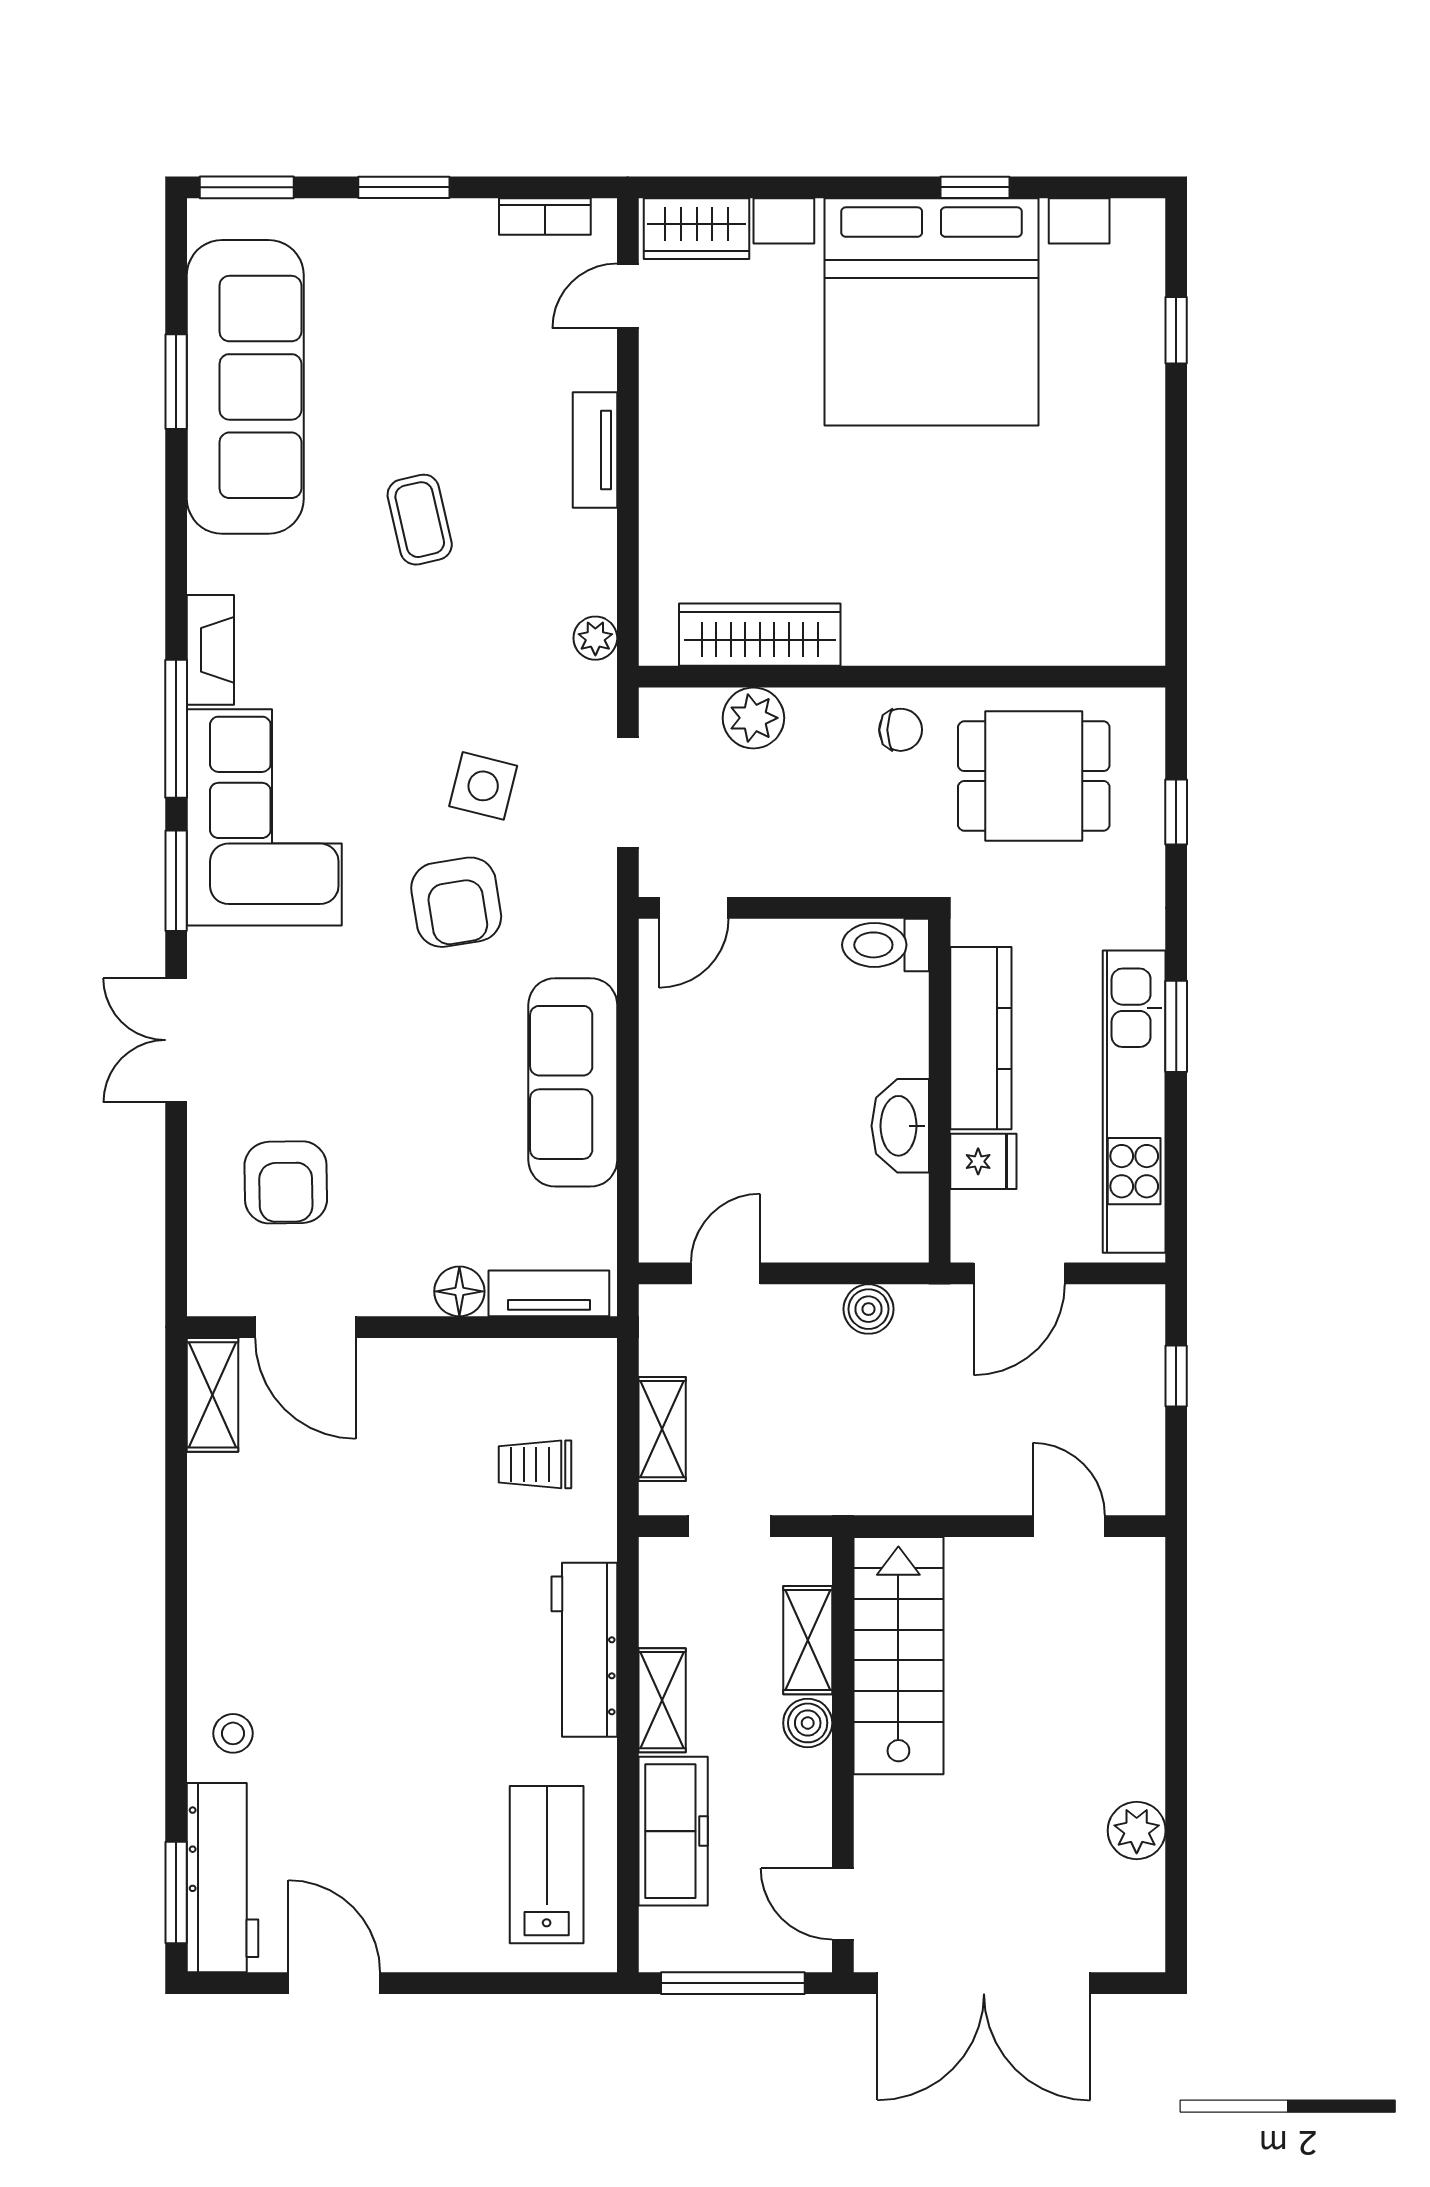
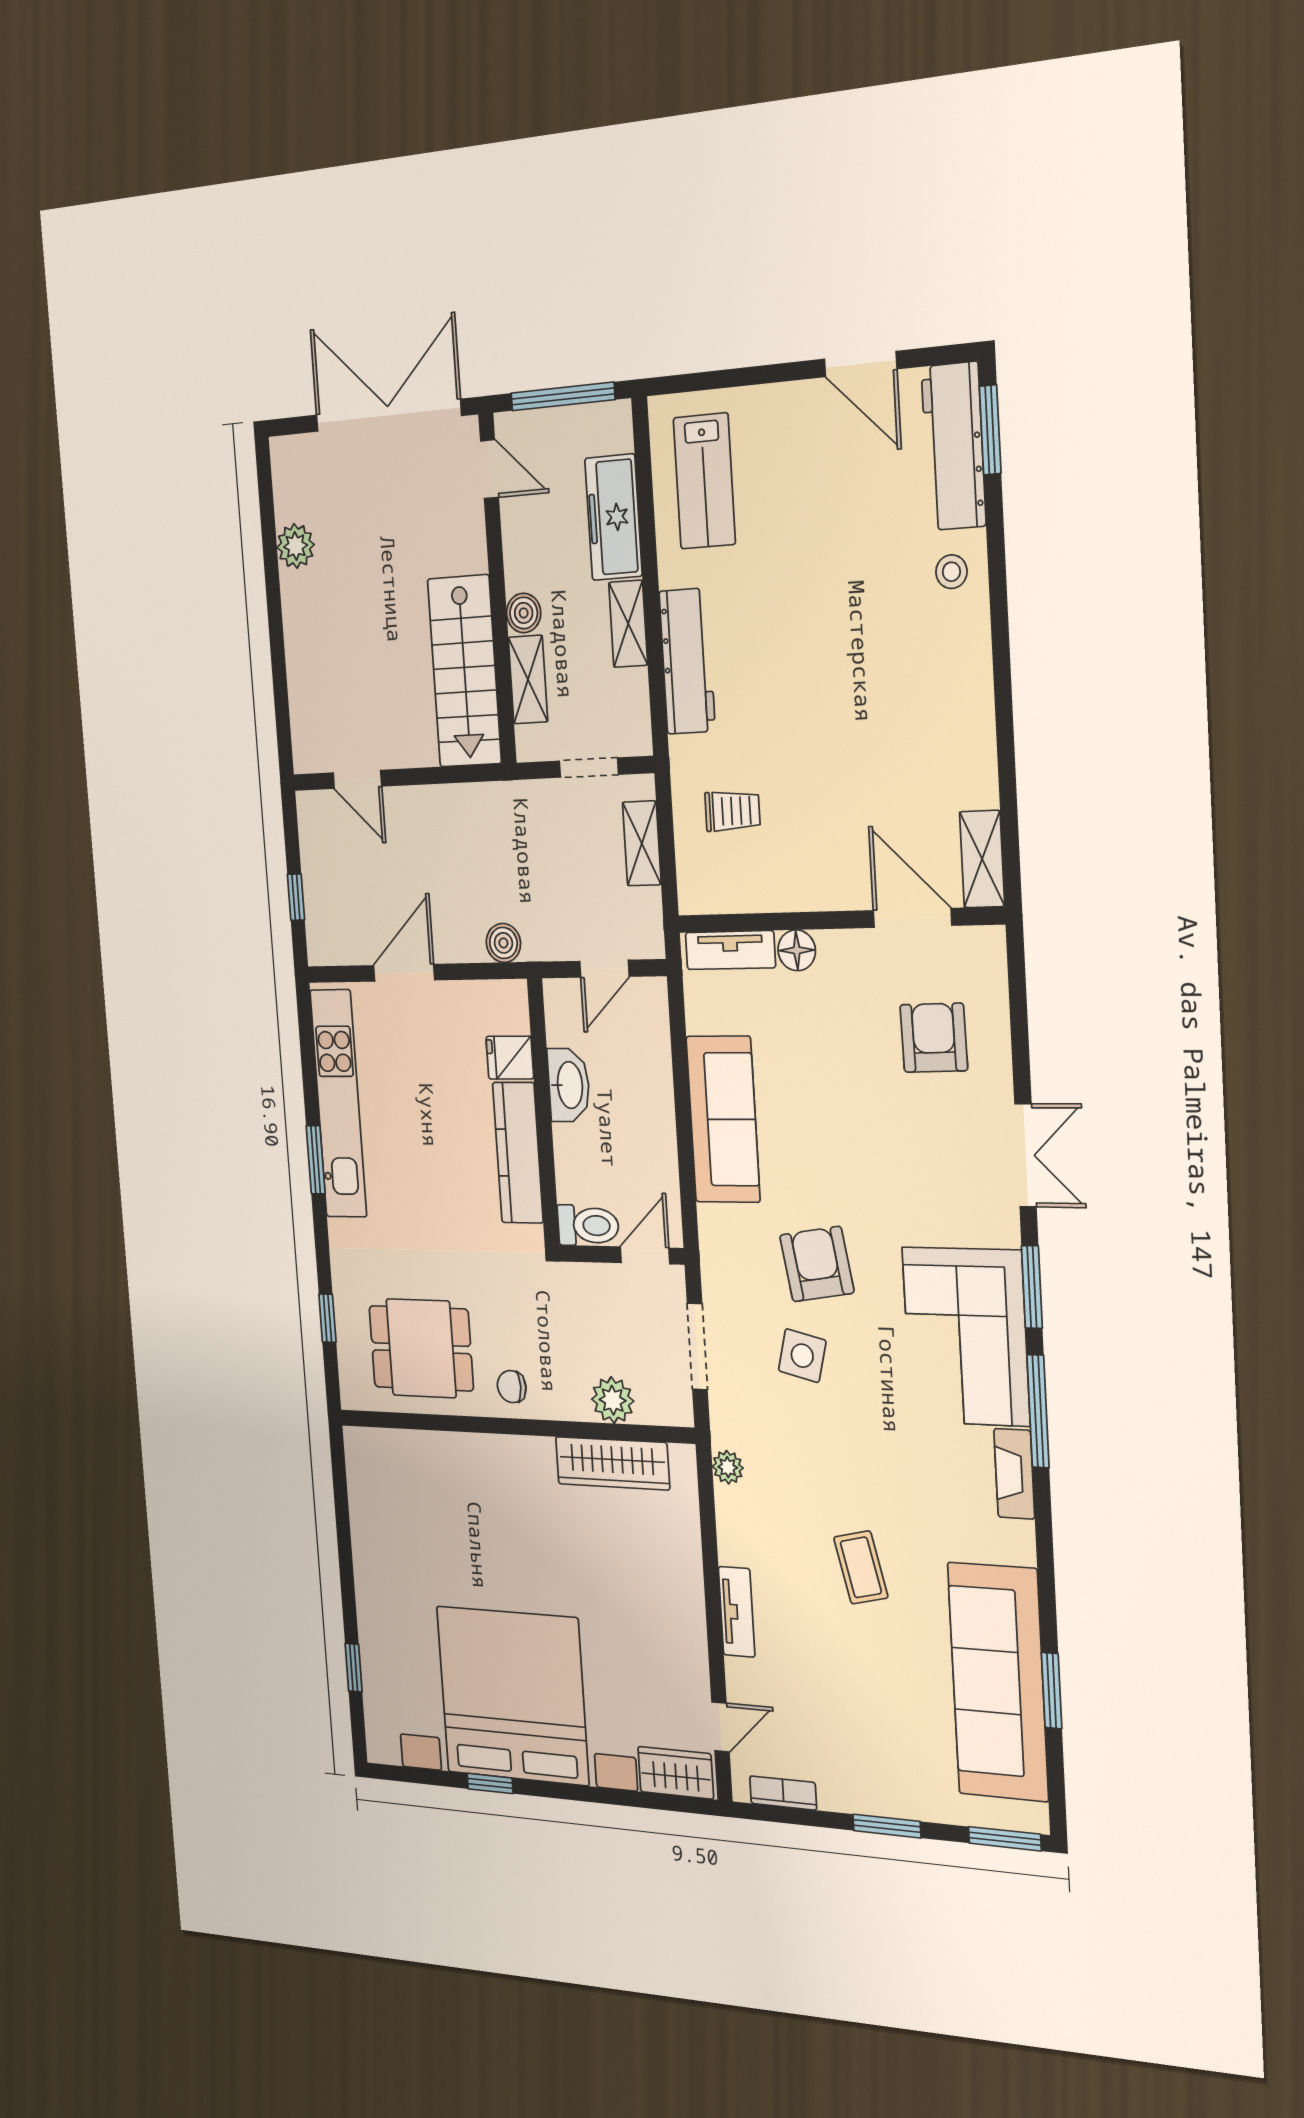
toilet: (886, 945) -> (588, 1225), moved
kitchen counter: (981, 1038) -> (518, 1153), moved
wall: (940, 1091) -> (543, 1112), moved
washbasin: (900, 1126) -> (569, 1085), moved
fridge: (983, 1161) -> (510, 1058), moved

